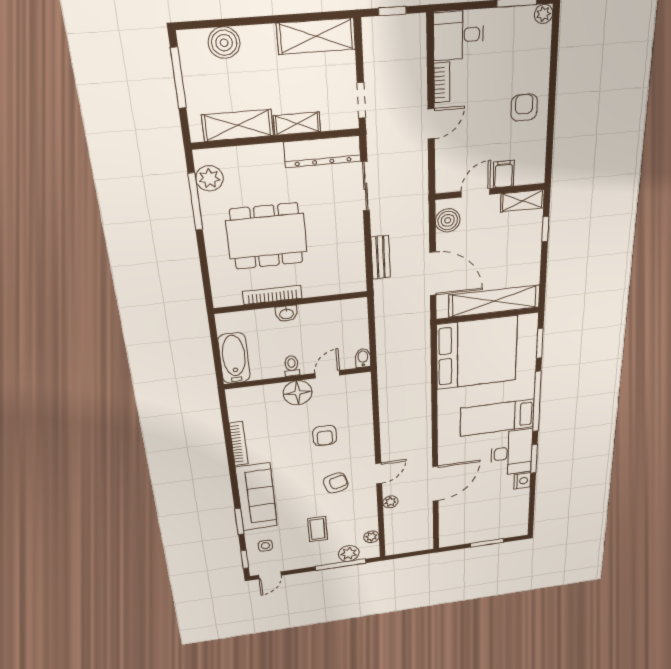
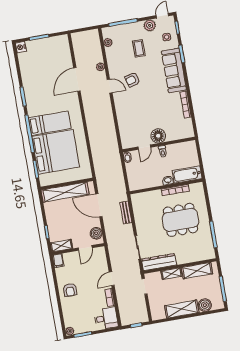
shelving: (316, 36) -> (182, 309), moved
filing cabinet: (504, 174) -> (58, 261), moved
plant: (209, 178) -> (208, 246), removed
bed: (477, 353) -> (56, 152), moved, turned 180
bathtub: (234, 358) -> (187, 175), moved, turned 90
armchair: (325, 436) -> (142, 110), removed
desk: (512, 453) -> (37, 101), removed
door: (379, 473) -> (110, 86), swing flipped
nightstand: (522, 481) -> (21, 47), moved
plant: (349, 553) -> (150, 25), moved

